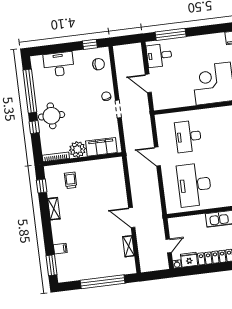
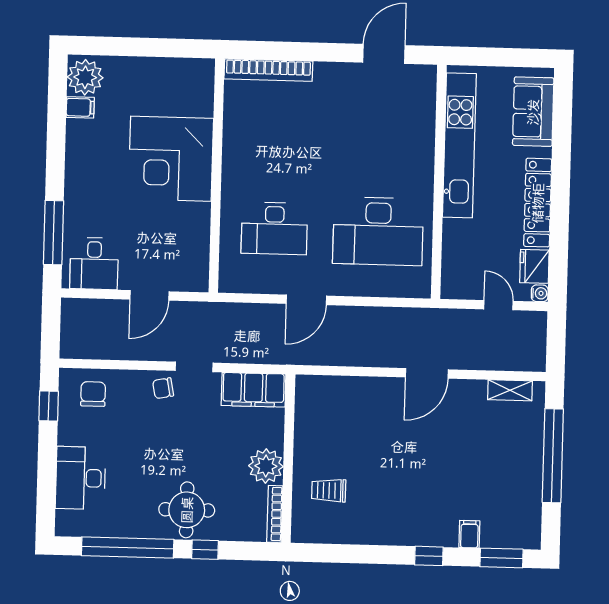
filing cabinet: (101, 147) -> (254, 390), moved, turned -90
window: (42, 186) -> (429, 556), moved
shelving: (54, 209) -> (383, 535), removed
shelving: (128, 246) -> (510, 390), moved

